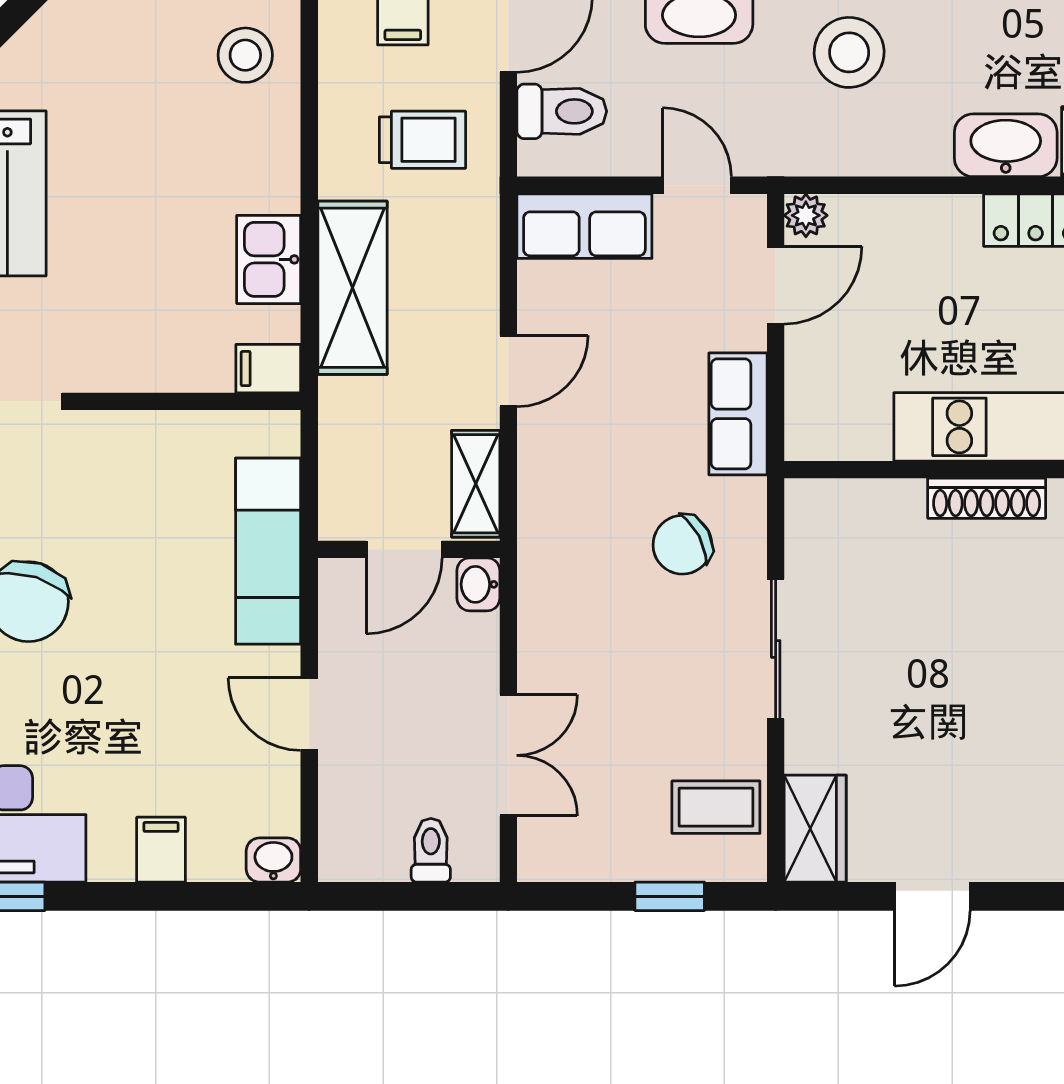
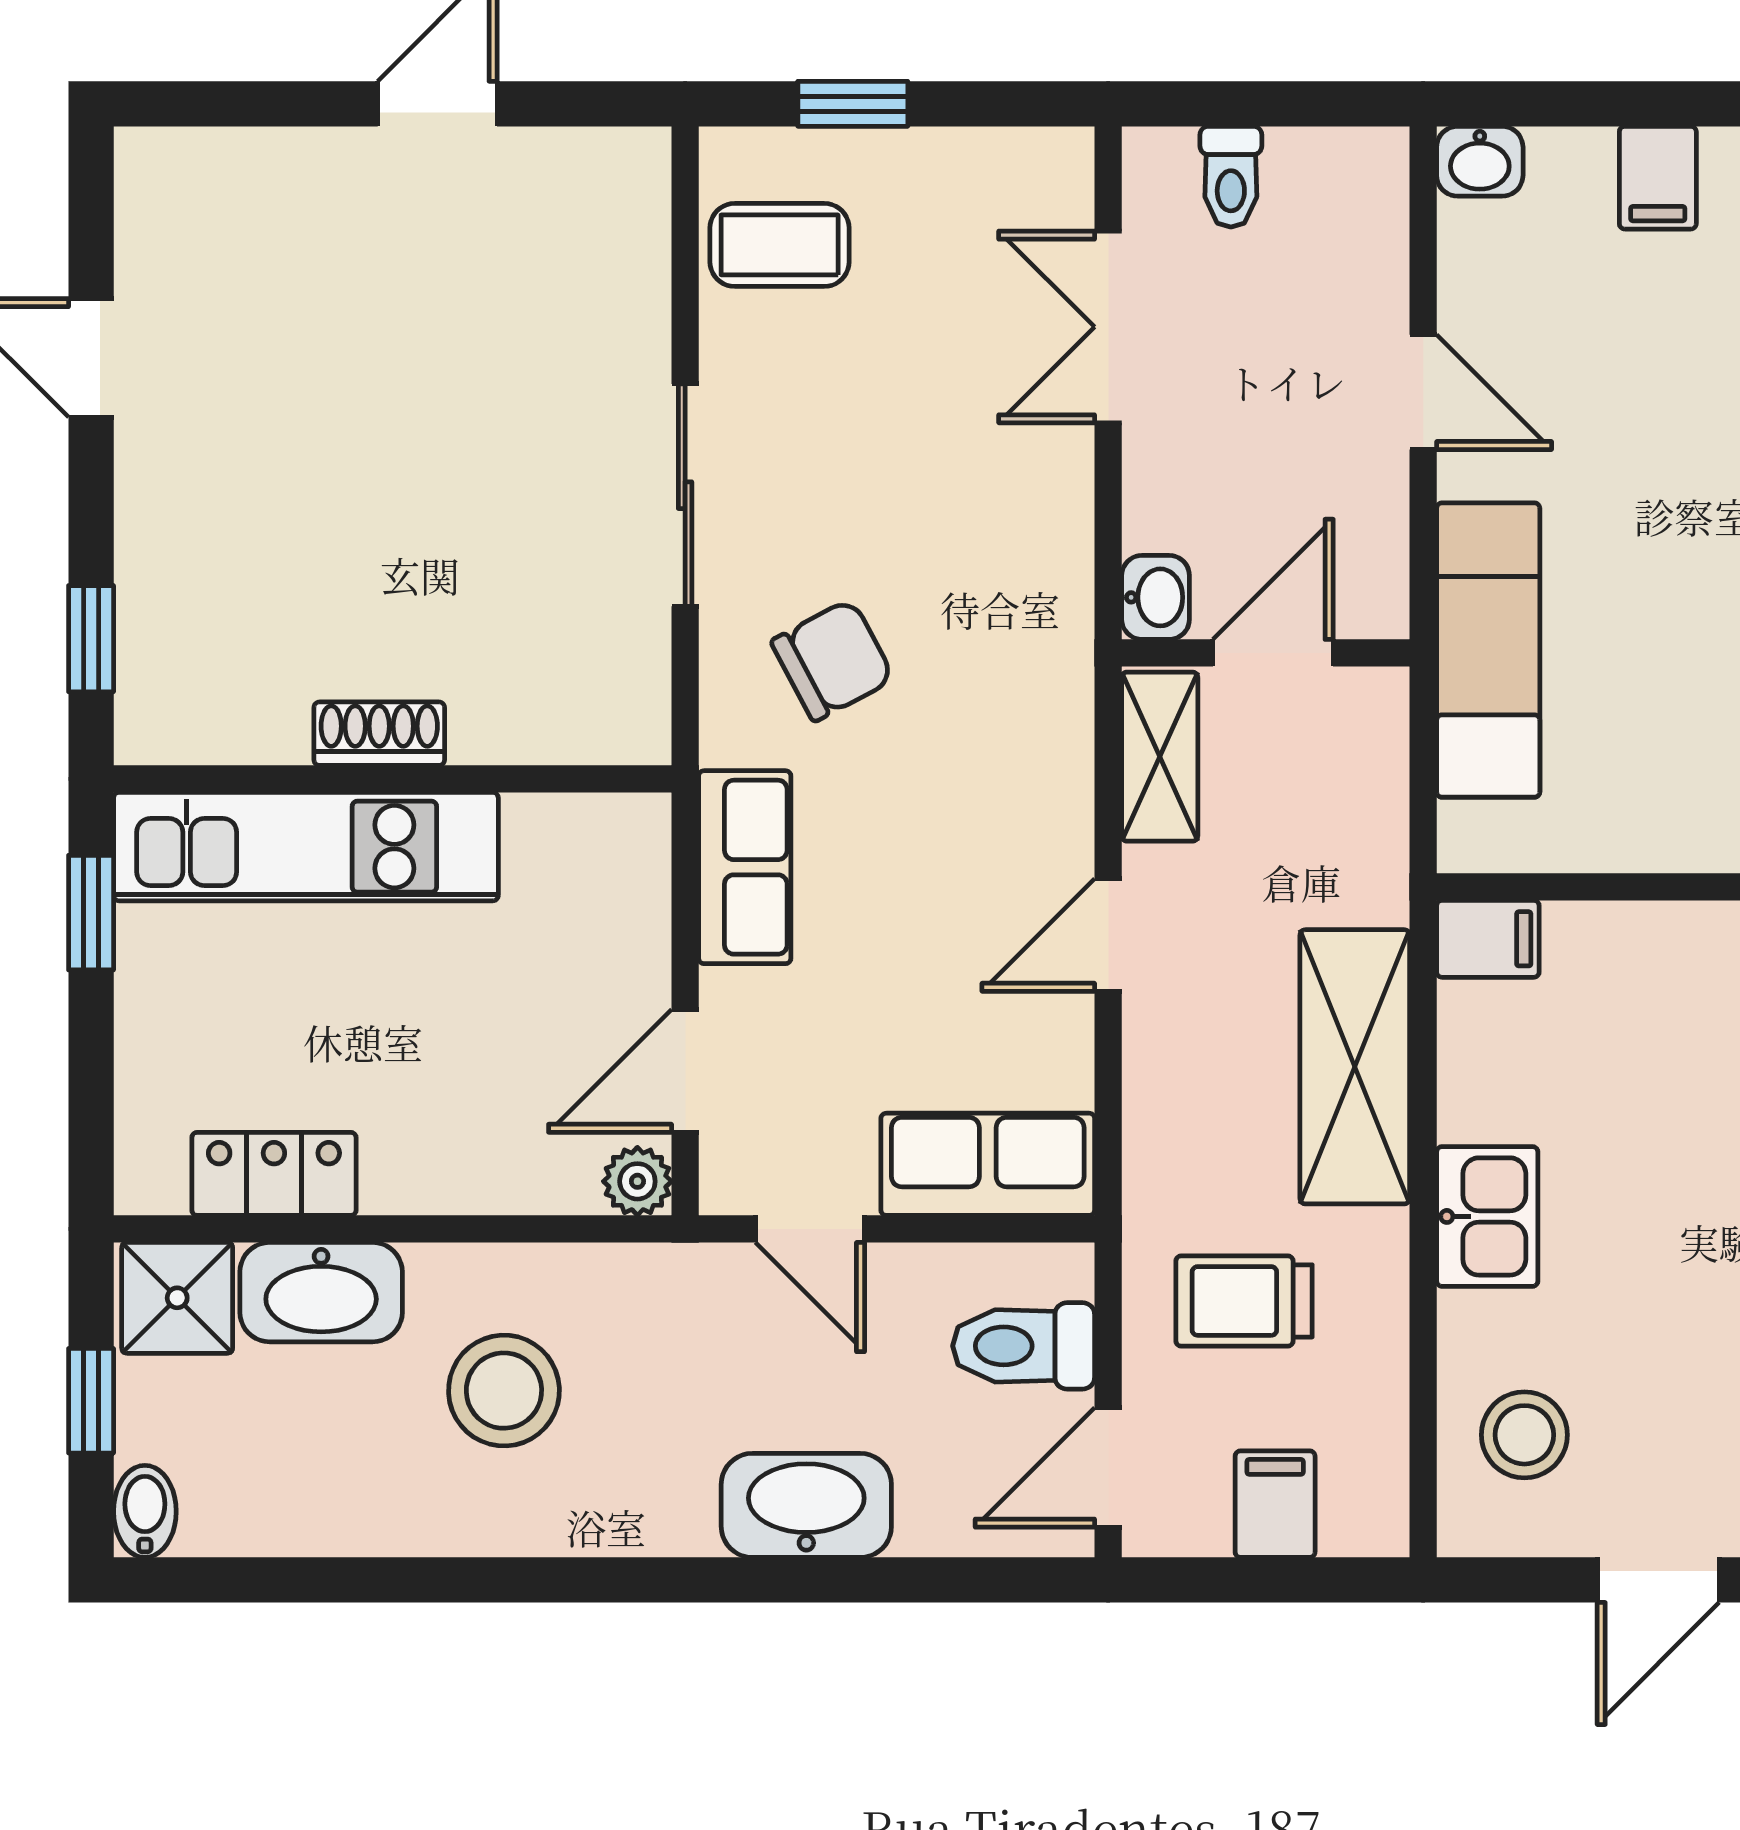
stool: (849, 52) -> (504, 1391), moved
kitchen sink: (269, 259) -> (1487, 1216), moved
shoe rack: (987, 498) -> (379, 734), width x0.70
wardrobe: (815, 829) -> (623, 211), removed

